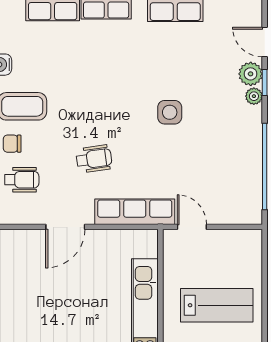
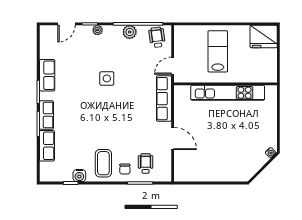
plant: (251, 74) -> (130, 32), moved
wheelchair: (94, 159) -> (157, 37), moved

